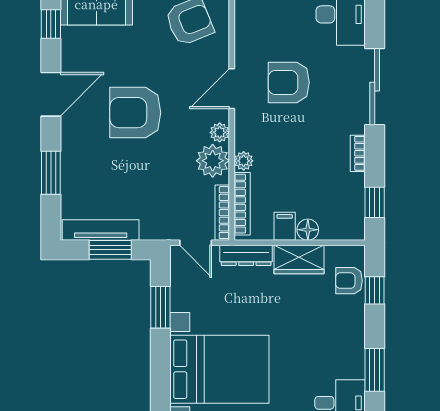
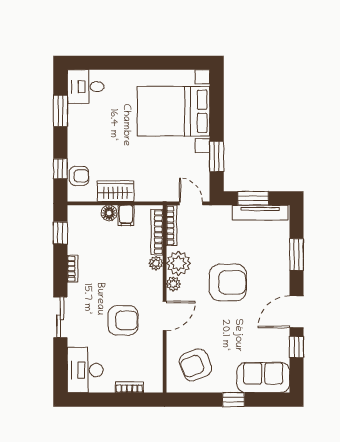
window: (51, 24) -> (297, 347), moved
sliding door: (375, 87) -> (60, 317), width x0.73
armchair: (135, 113) -> (228, 282), moved
dresser: (246, 255) -> (154, 194), removed

